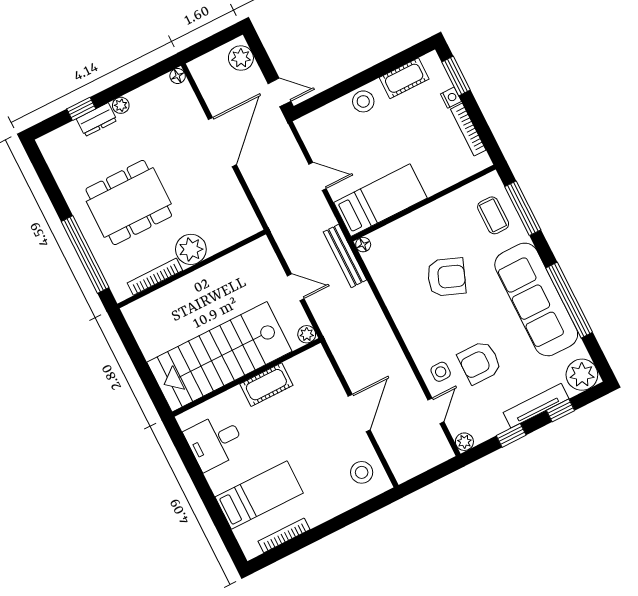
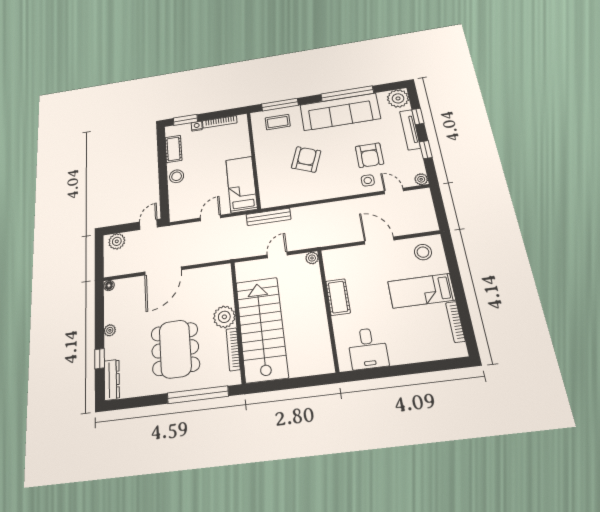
dresser: (97, 120) -> (112, 380), moved, width x1.44
door: (222, 142) -> (163, 271), swing flipped
floor lamp: (363, 245) -> (266, 203), removed
stairs: (219, 357) -> (262, 329), moved, turned 180
bed: (259, 495) -> (421, 291), moved, turned -90

